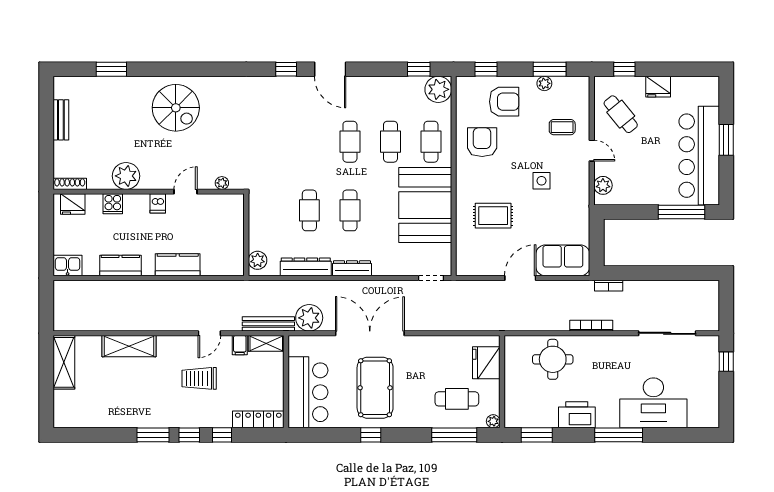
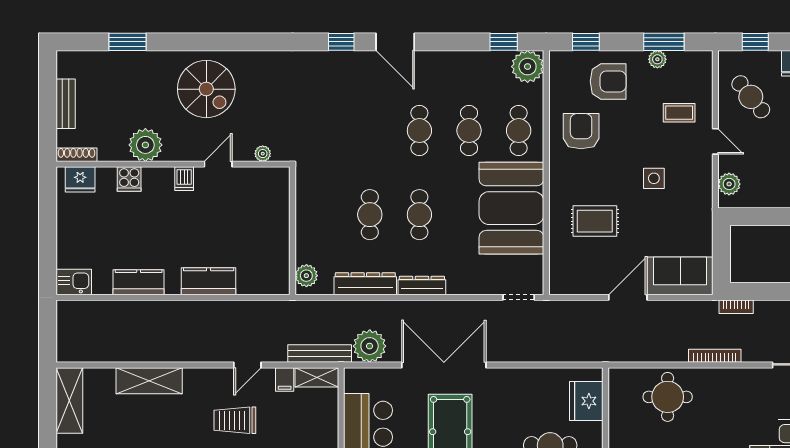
plant: (126, 176) -> (145, 145), moved
plant: (222, 183) -> (263, 154), moved
shoe rack: (70, 184) -> (76, 155), moved
wall: (149, 192) -> (173, 164), moved
door: (185, 192) -> (218, 164), moved
dishwasher: (158, 203) -> (184, 179), moved
fridge: (73, 204) -> (80, 179), moved
cooker: (113, 204) -> (129, 179), moved

